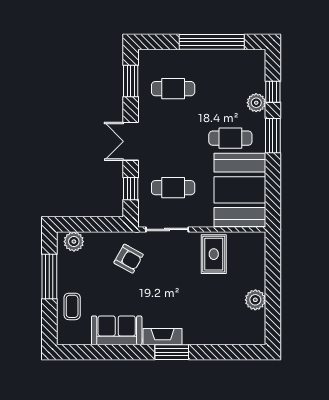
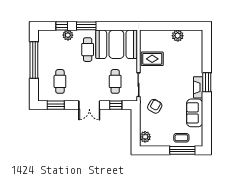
window: (49, 277) -> (182, 150), moved

